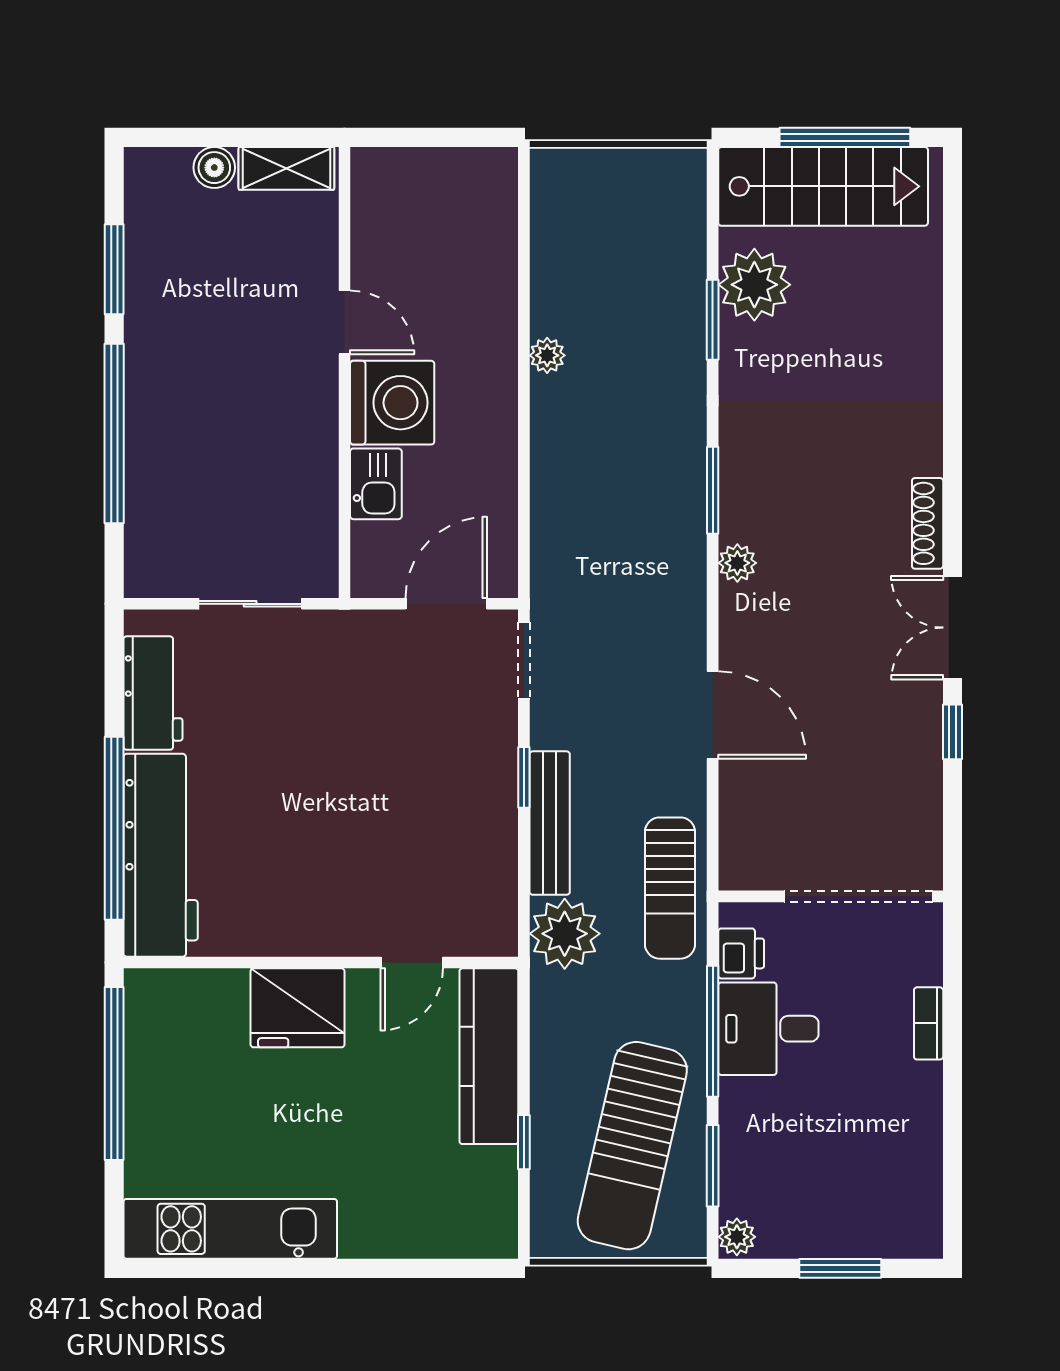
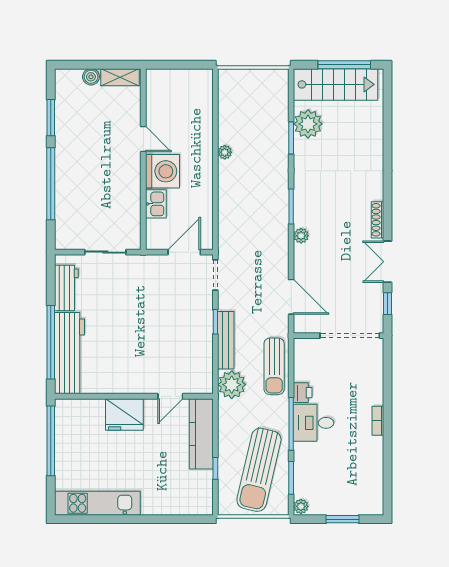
wall: (831, 896) -> (339, 336), moved
doorway: (858, 896) -> (350, 336), moved

